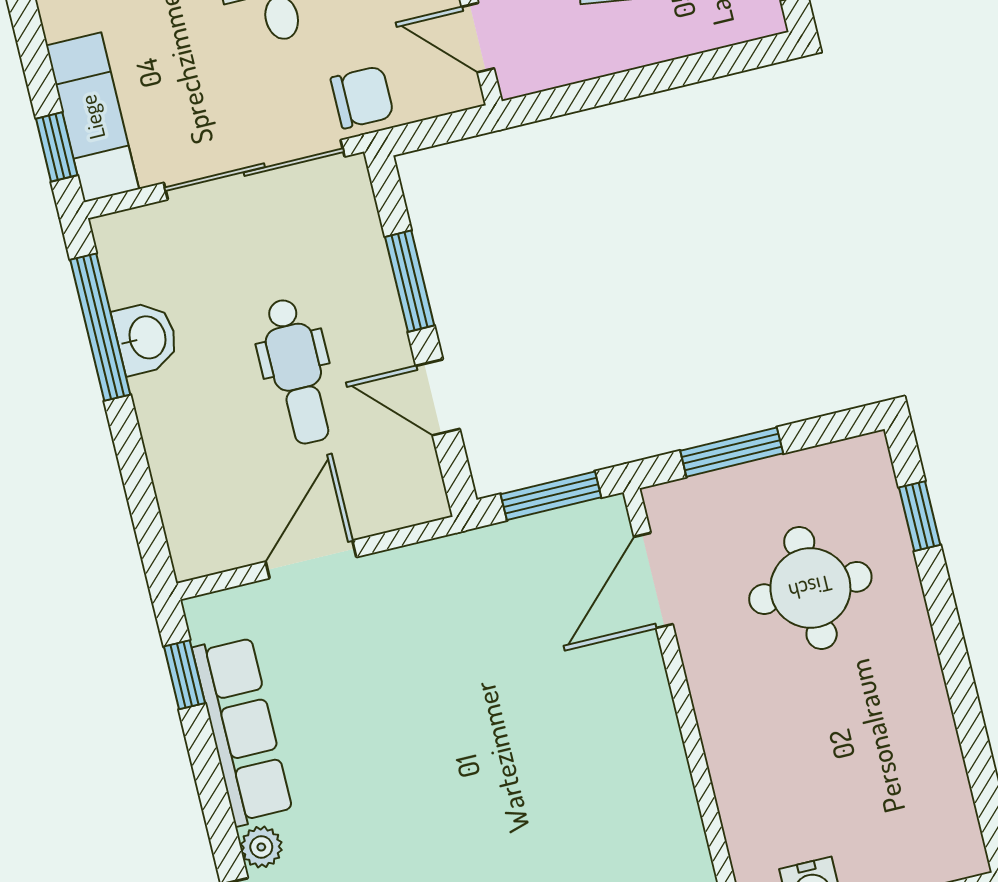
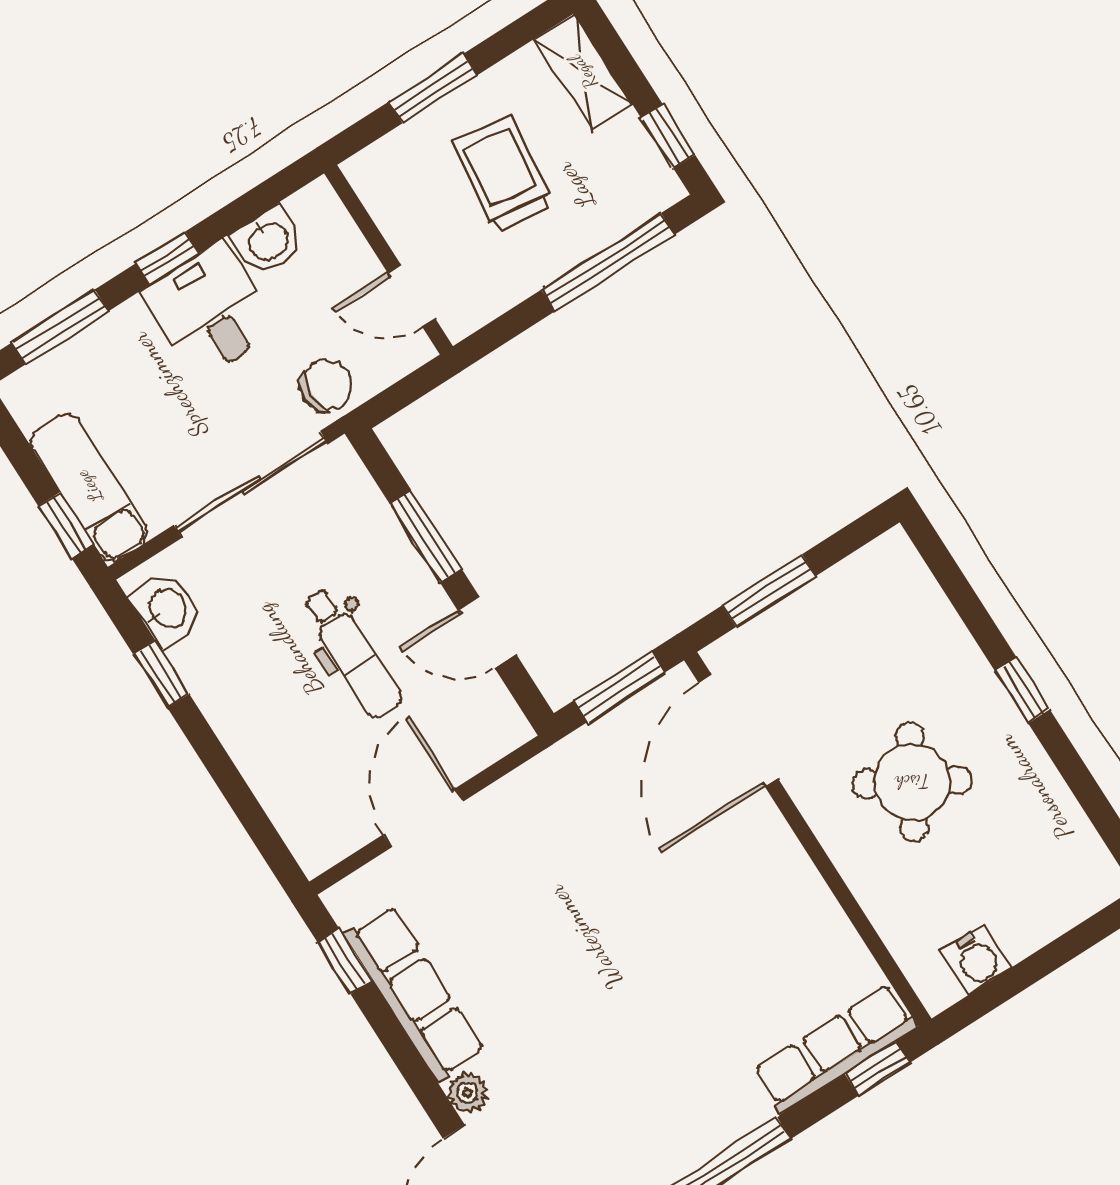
window: (684, 71) -> (608, 262), added
window: (100, 327) -> (161, 674), width x0.46
washbasin: (146, 338) -> (167, 609), moved
window: (920, 516) -> (1022, 690), moved
door: (653, 580) -> (738, 731), width x1.36
round table: (810, 588) -> (912, 782), moved, turned 30

